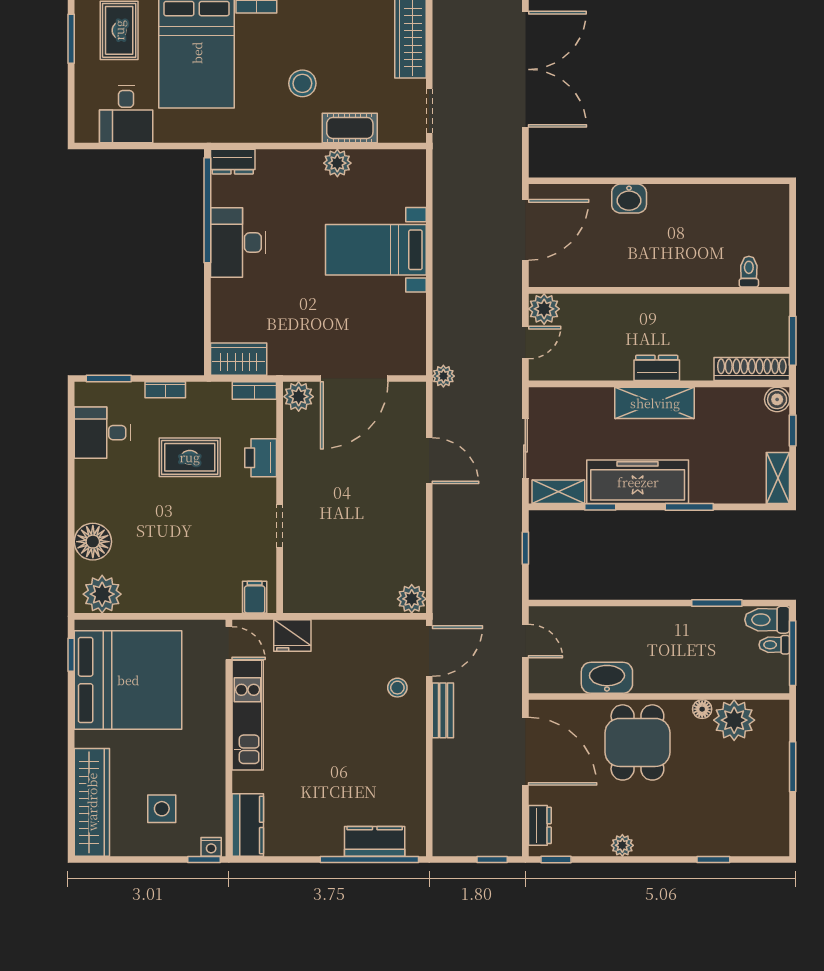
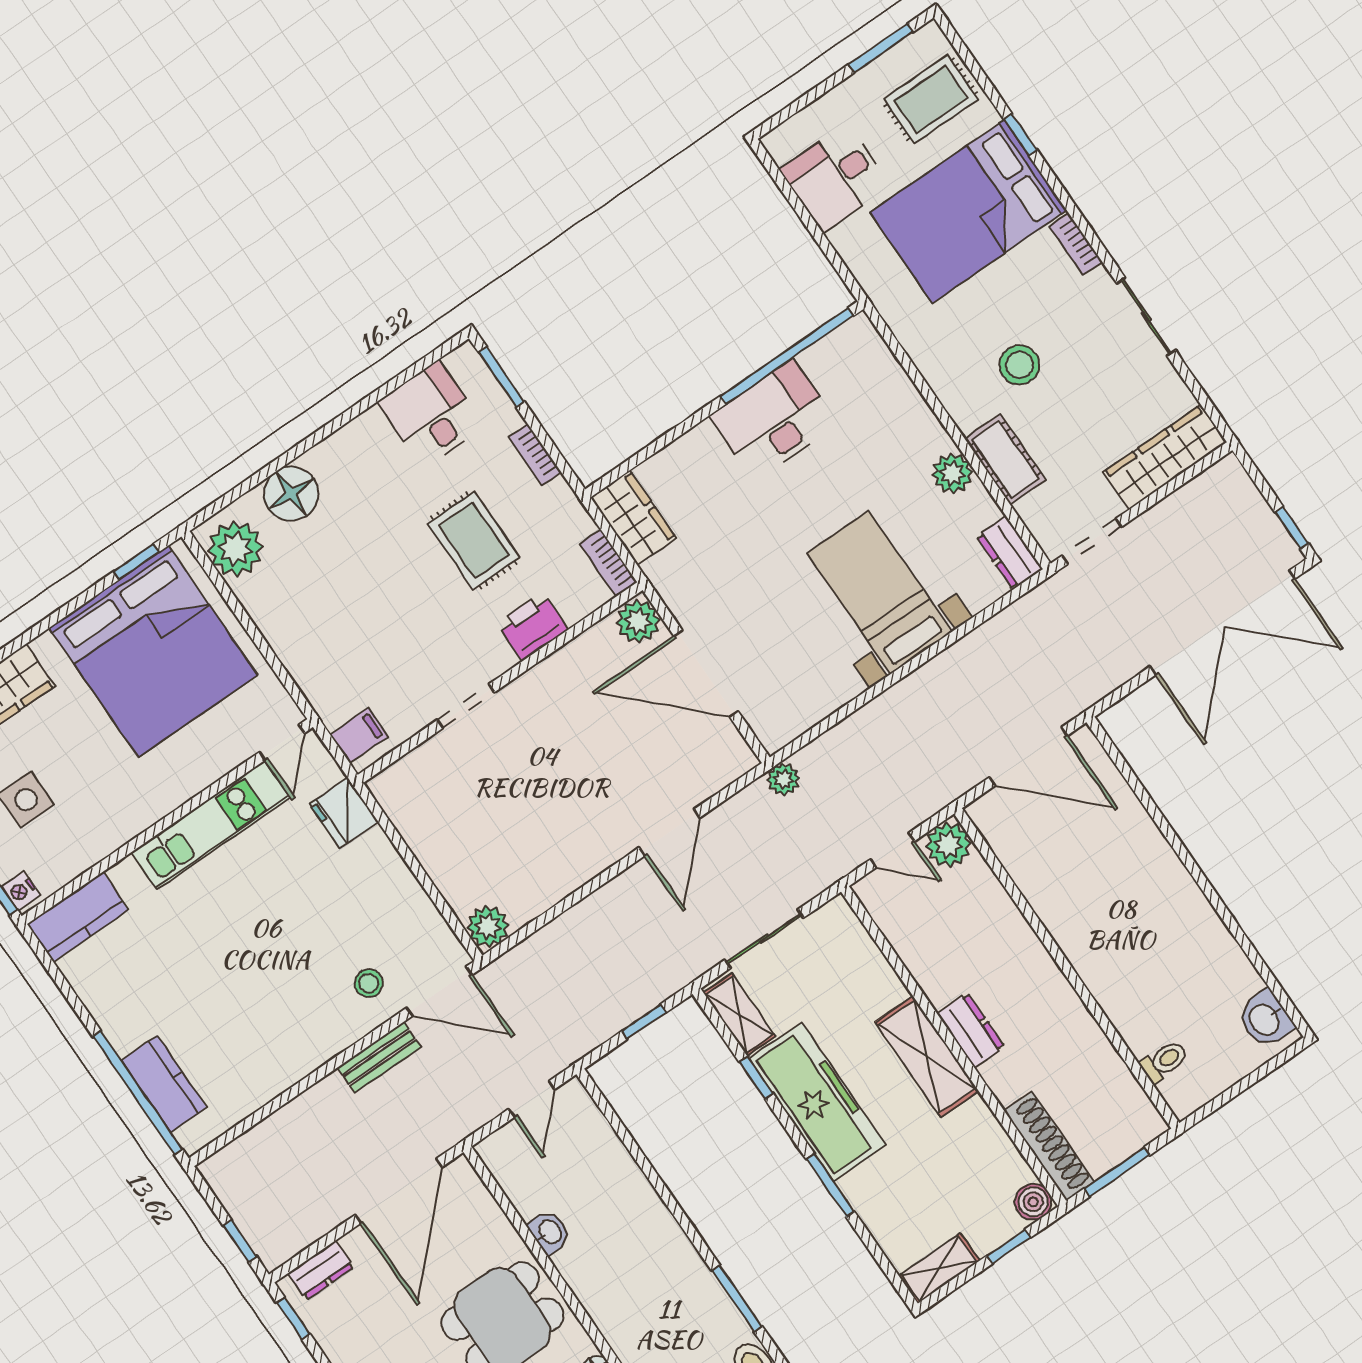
dresser: (233, 162) -> (1009, 553), moved
washbasin: (629, 199) -> (1265, 1019), moved
washbasin: (607, 678) -> (549, 1232), width x0.52, depth x0.69

